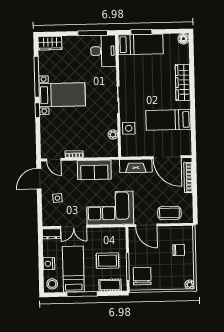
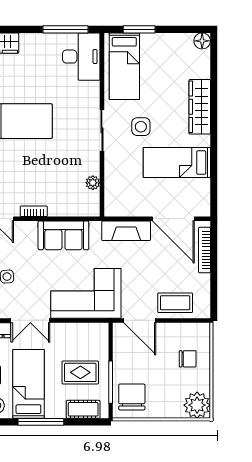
bed: (141, 44) -> (124, 66), moved, turned 90
side table: (129, 128) -> (141, 127), moved
plant: (190, 285) -> (197, 405), width x1.87, depth x1.87

